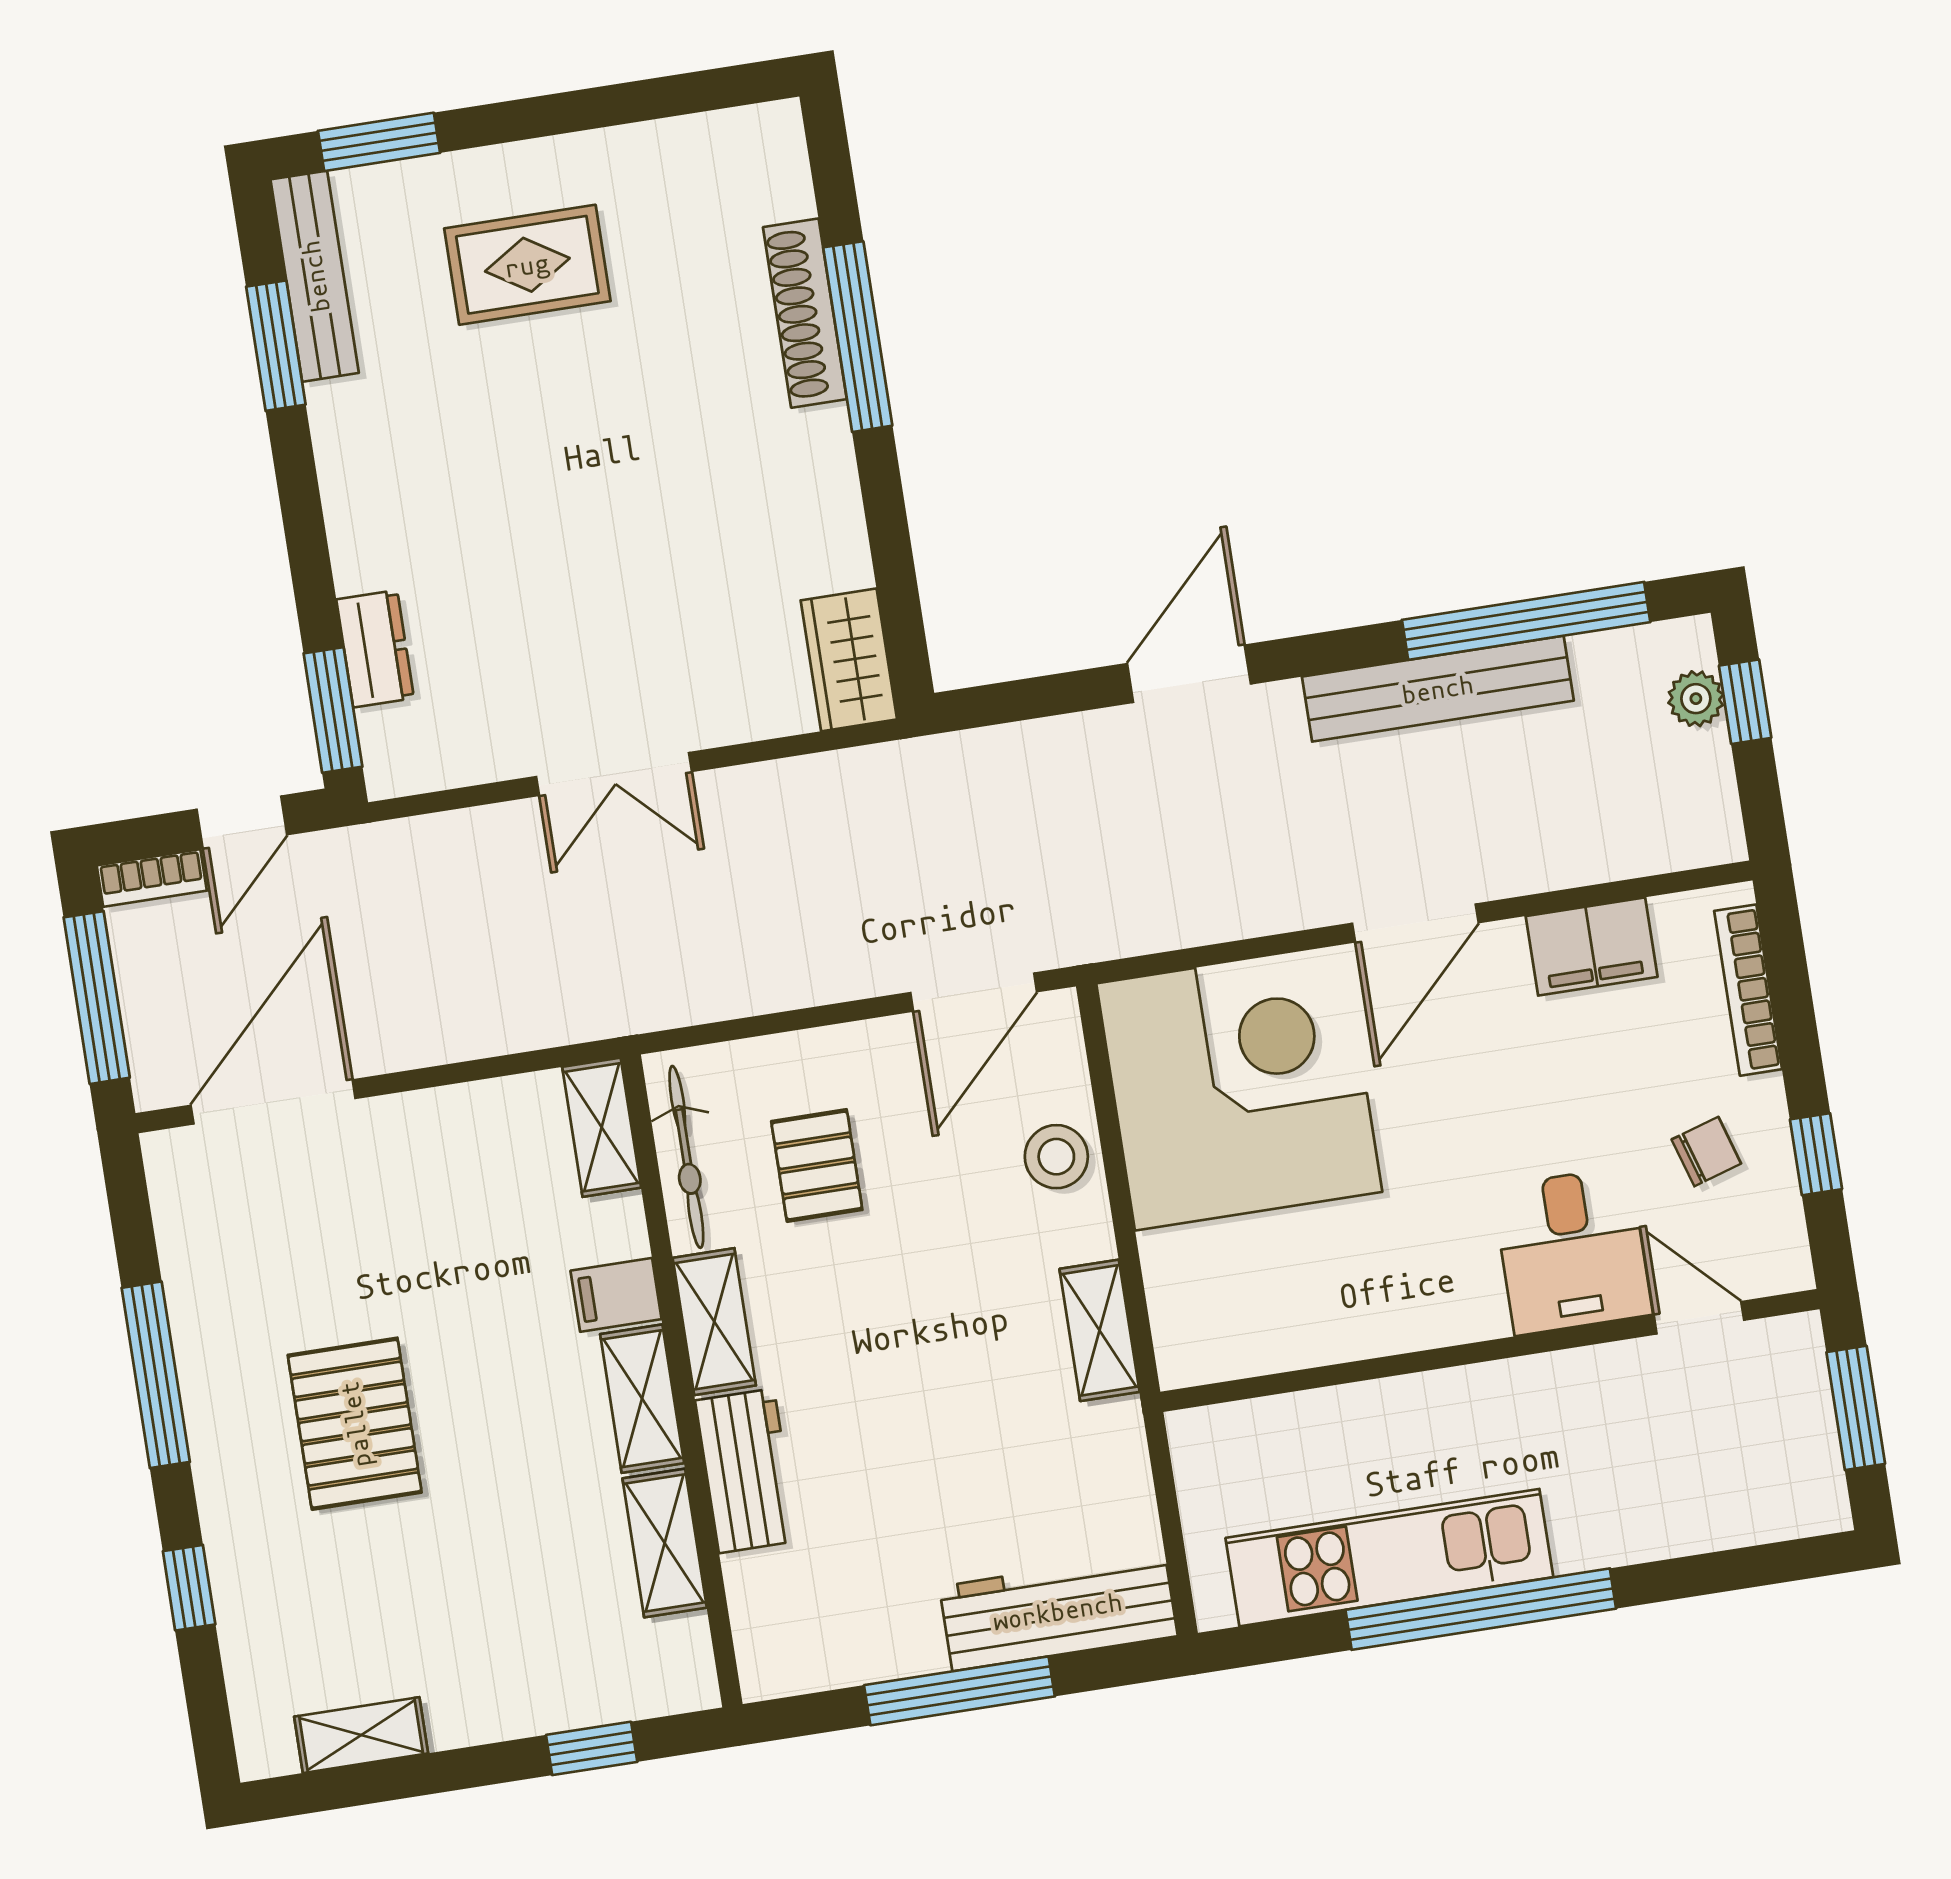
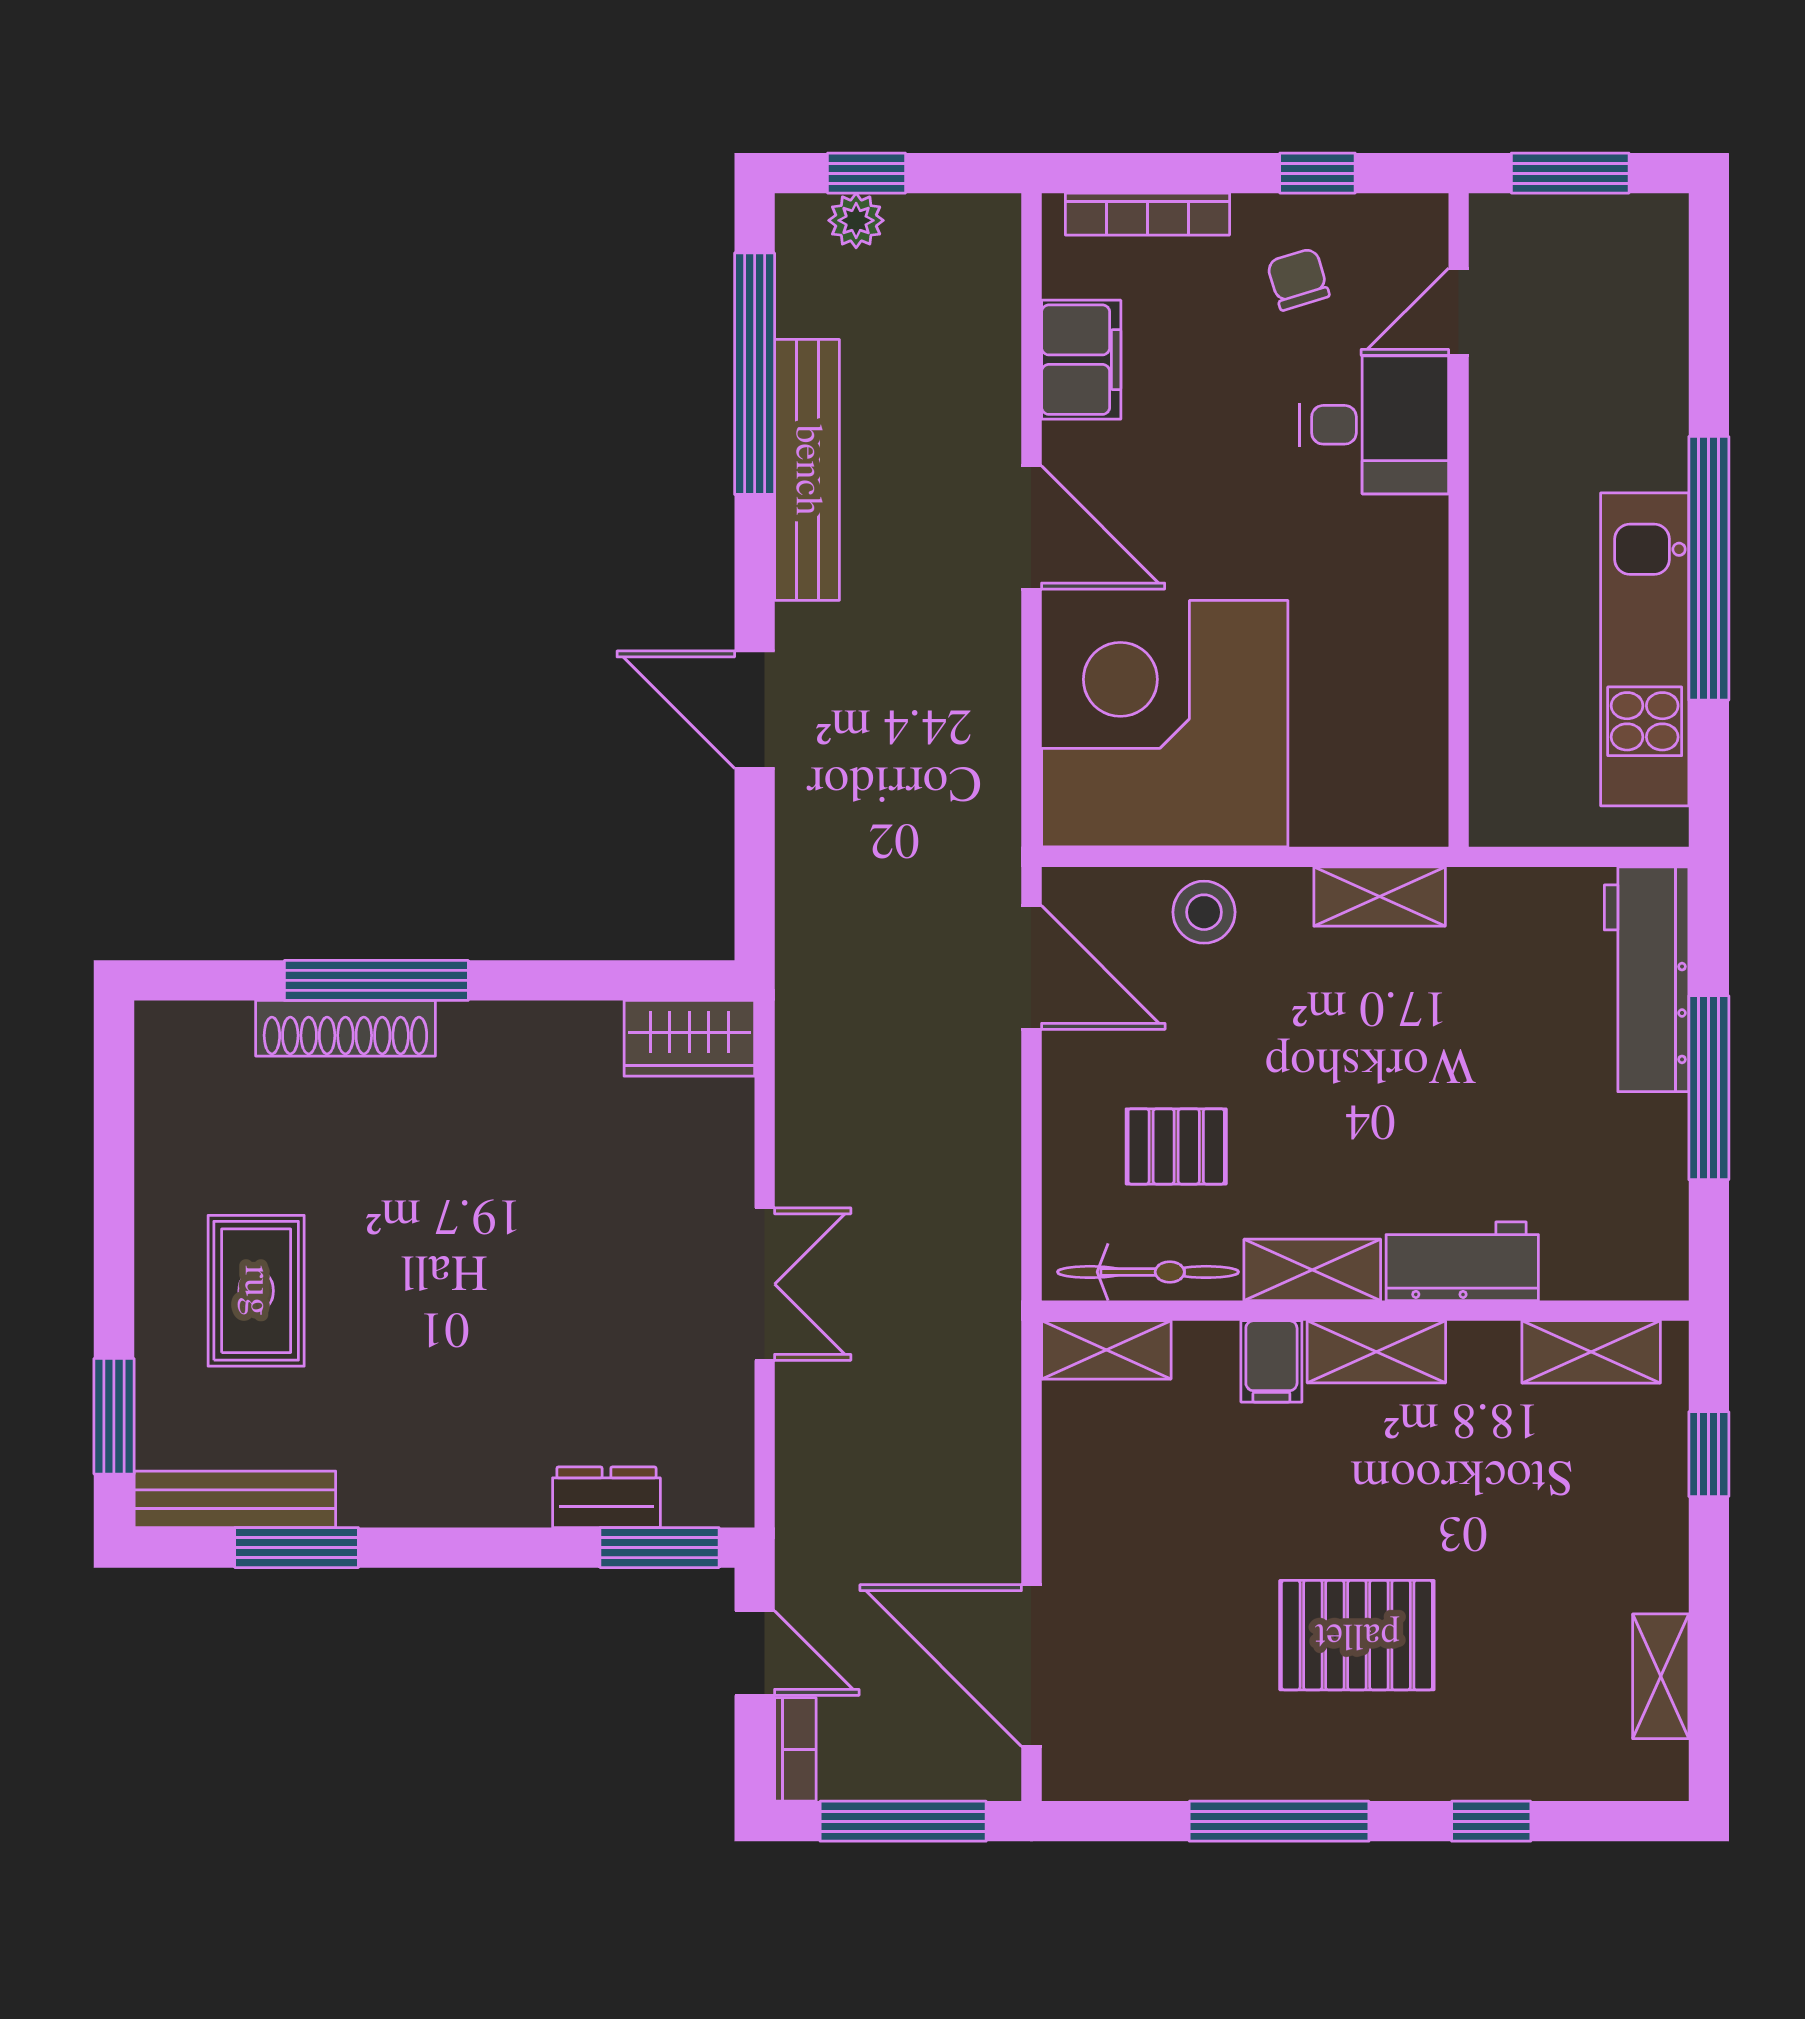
shelving: (665, 1543) -> (1591, 1352), moved

